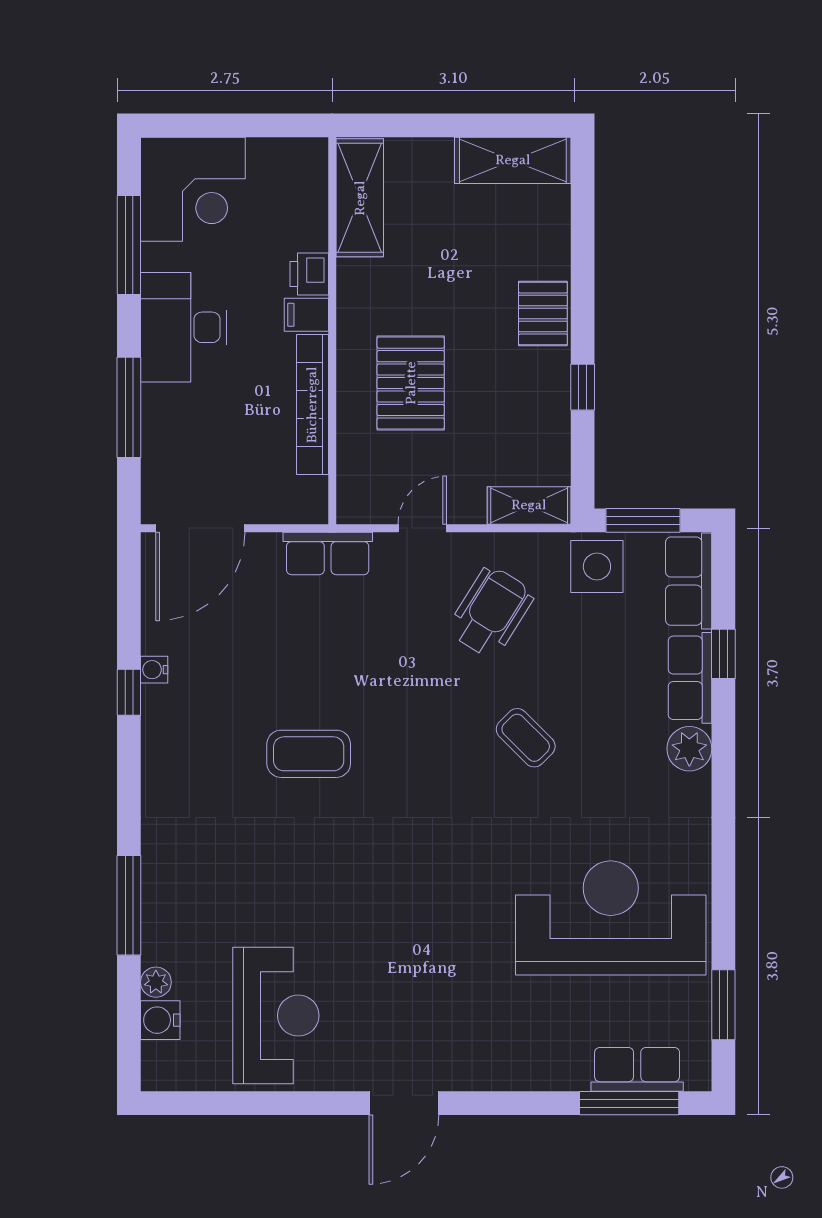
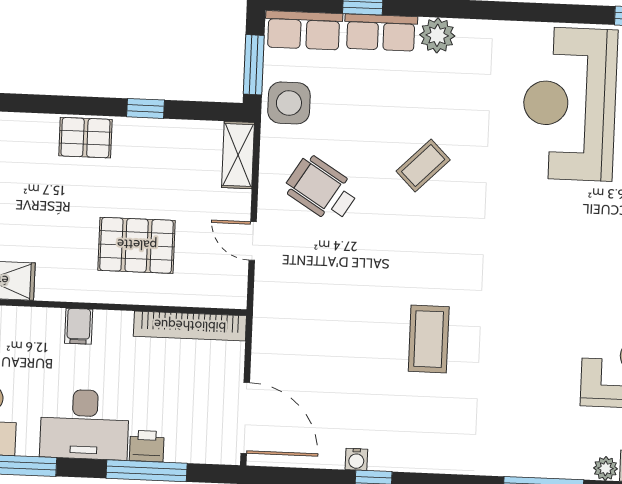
printer: (309, 274) -> (147, 446), moved, turned 180
bookcase: (312, 405) -> (190, 326), moved
row of seats: (328, 553) -> (270, 317), removed

